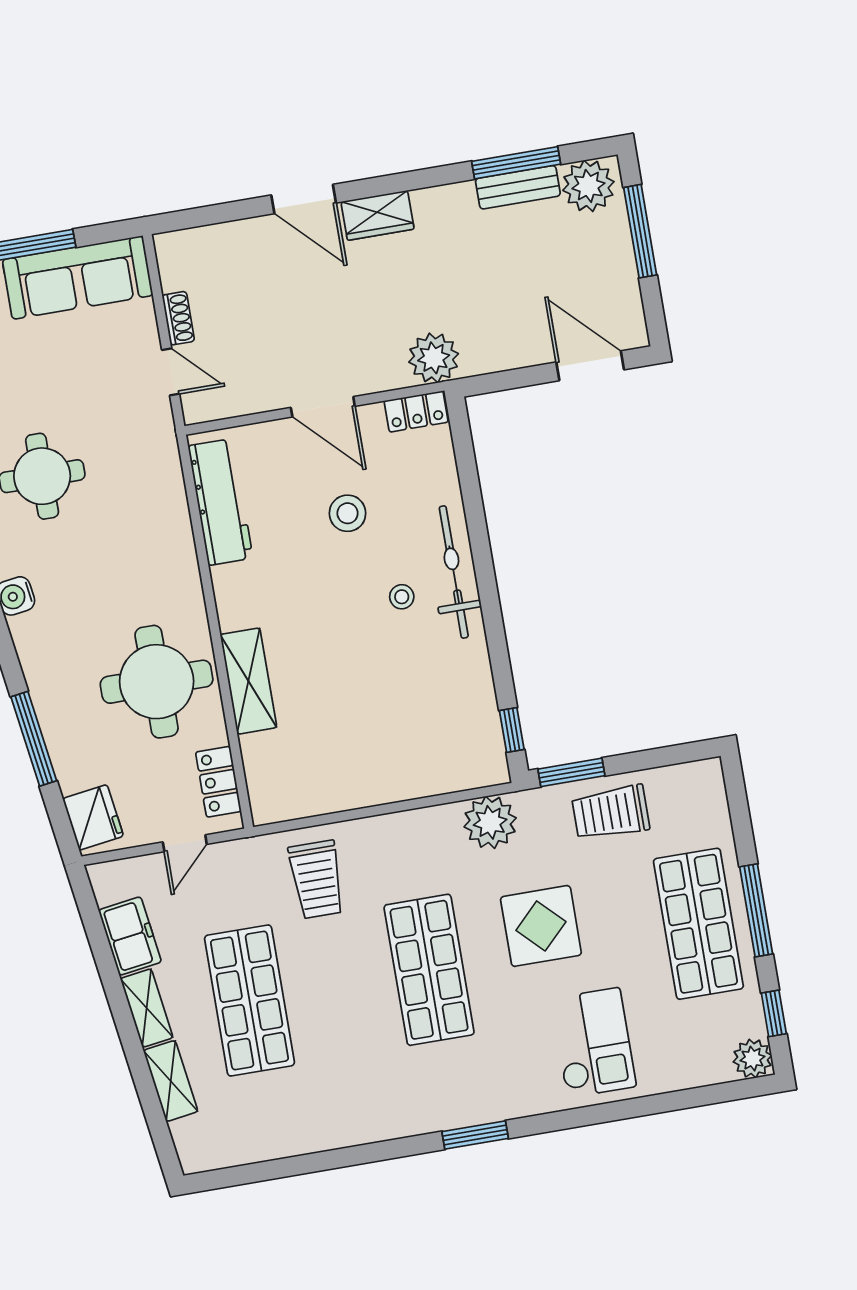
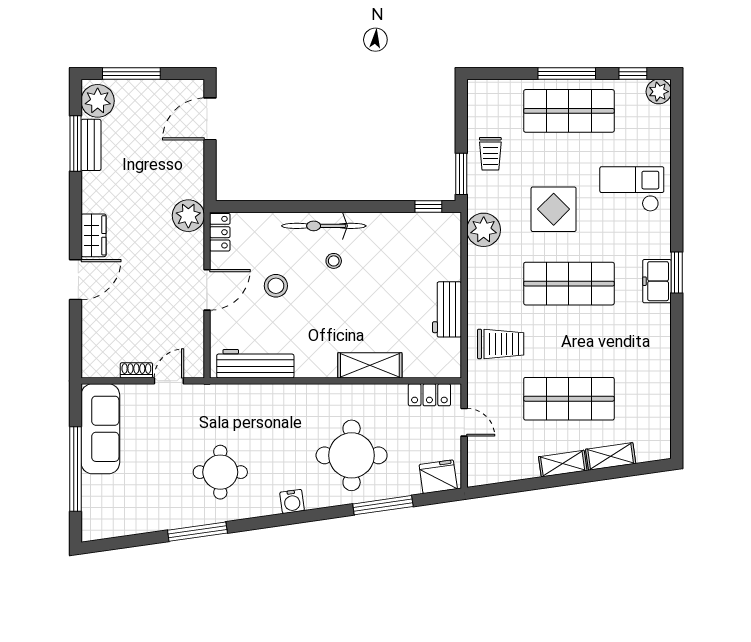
round table: (157, 682) -> (352, 455), moved
workbench: (356, 787) -> (447, 309), added
trolley: (611, 813) -> (490, 154), width x0.73, depth x0.72
freezer: (130, 936) -> (657, 281), moved, turned -82

